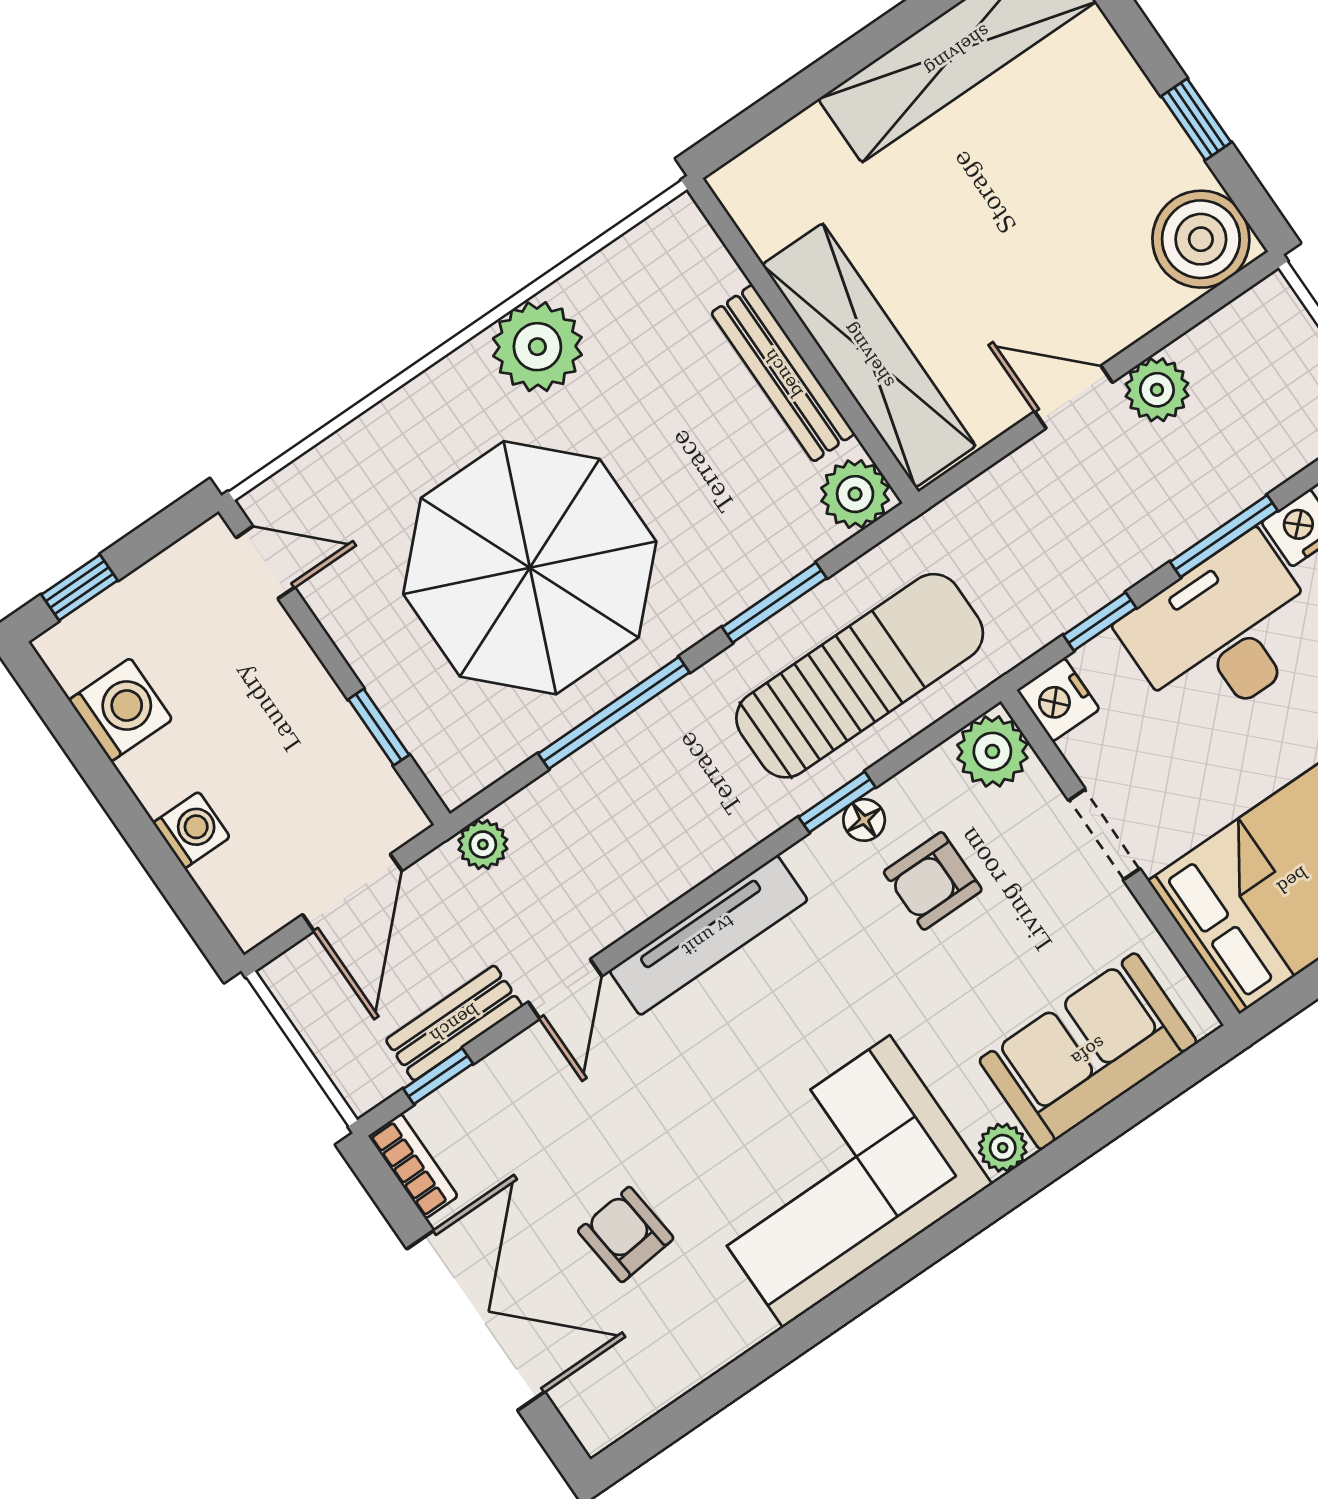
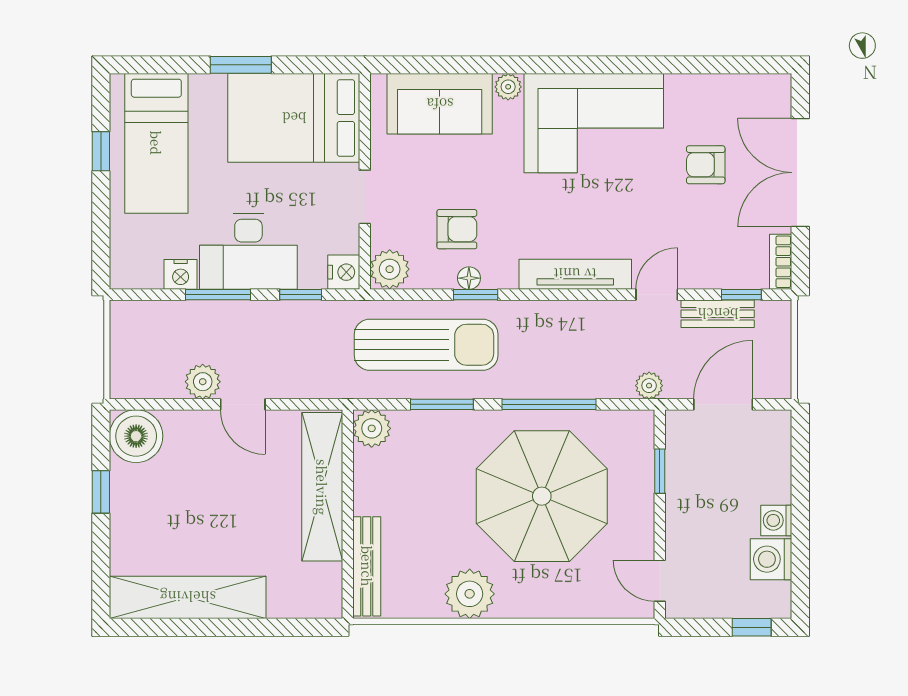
bench: (783, 373) -> (367, 566), moved
sun lounger: (860, 676) -> (426, 345), turned 180
washing machine: (192, 830) -> (776, 520), moved
armchair: (626, 1234) -> (706, 165), turned 96

